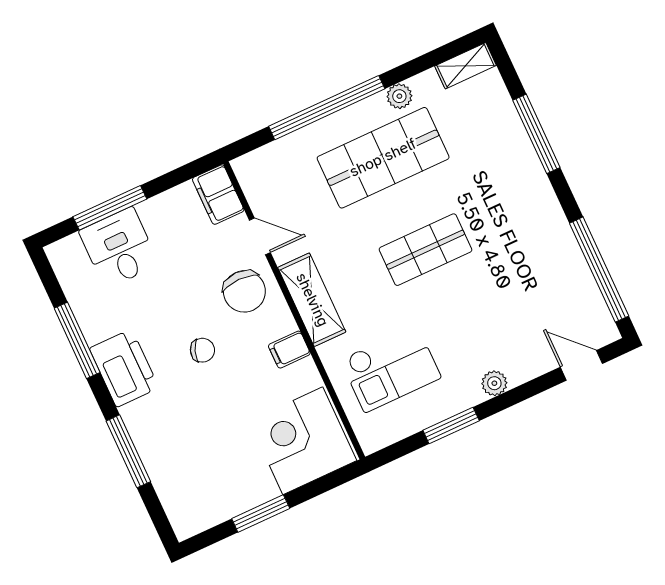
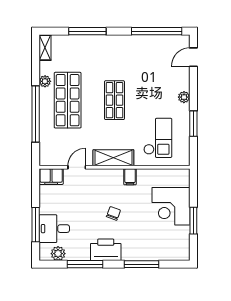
plant: (74, 278) -> (58, 254), added
chair: (244, 291) -> (97, 184), removed
corner desk: (303, 441) -> (171, 206), moved

